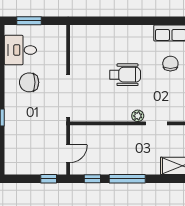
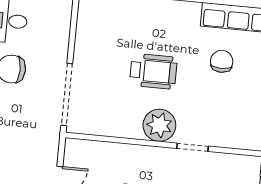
plant: (138, 116) -> (159, 125), width x1.88, depth x1.88

